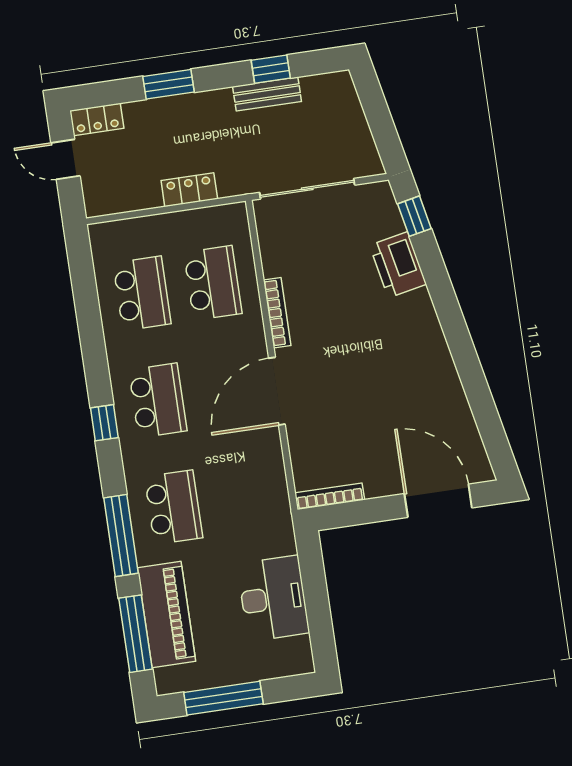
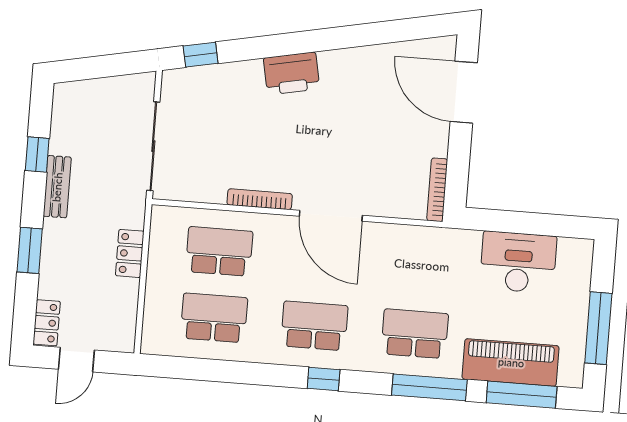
bench: (267, 94) -> (57, 187), moved
printer: (398, 265) -> (292, 73), moved
door: (438, 501) -> (464, 92), hinge flipped

